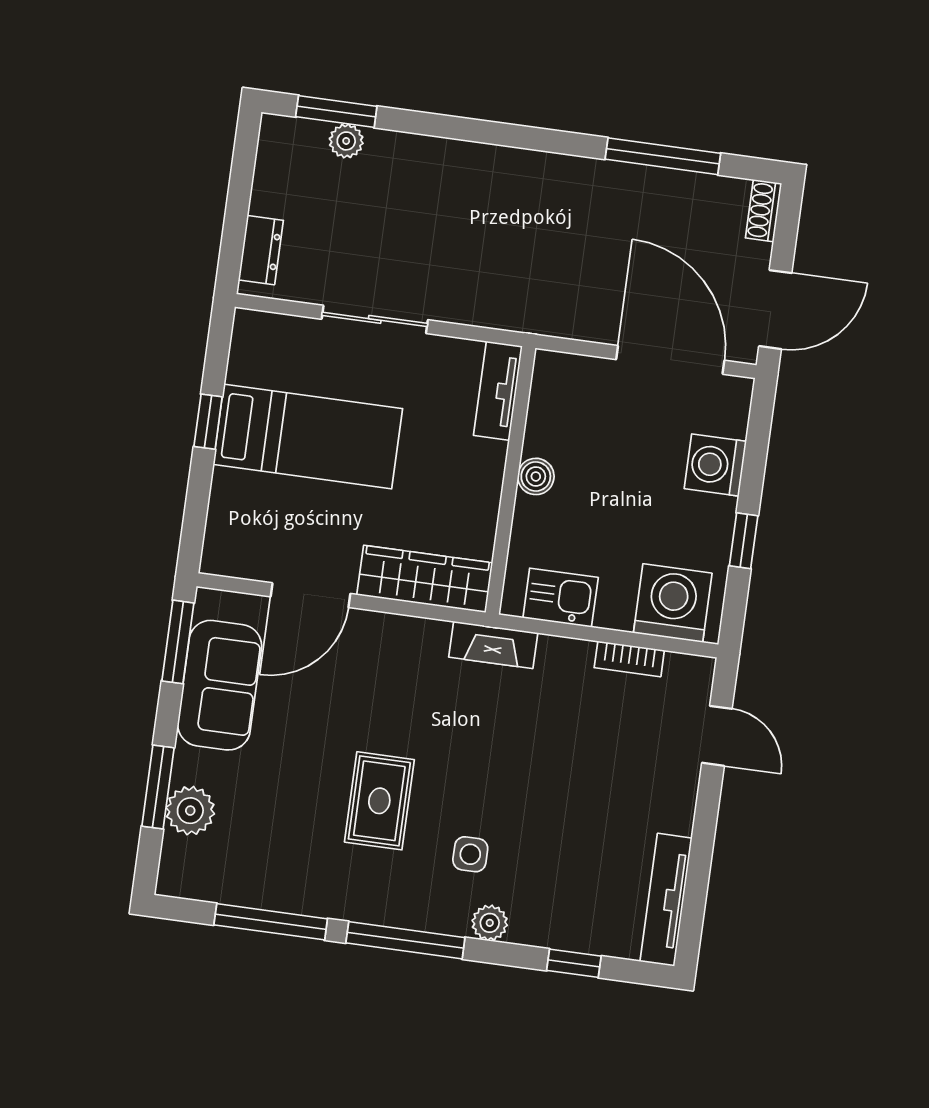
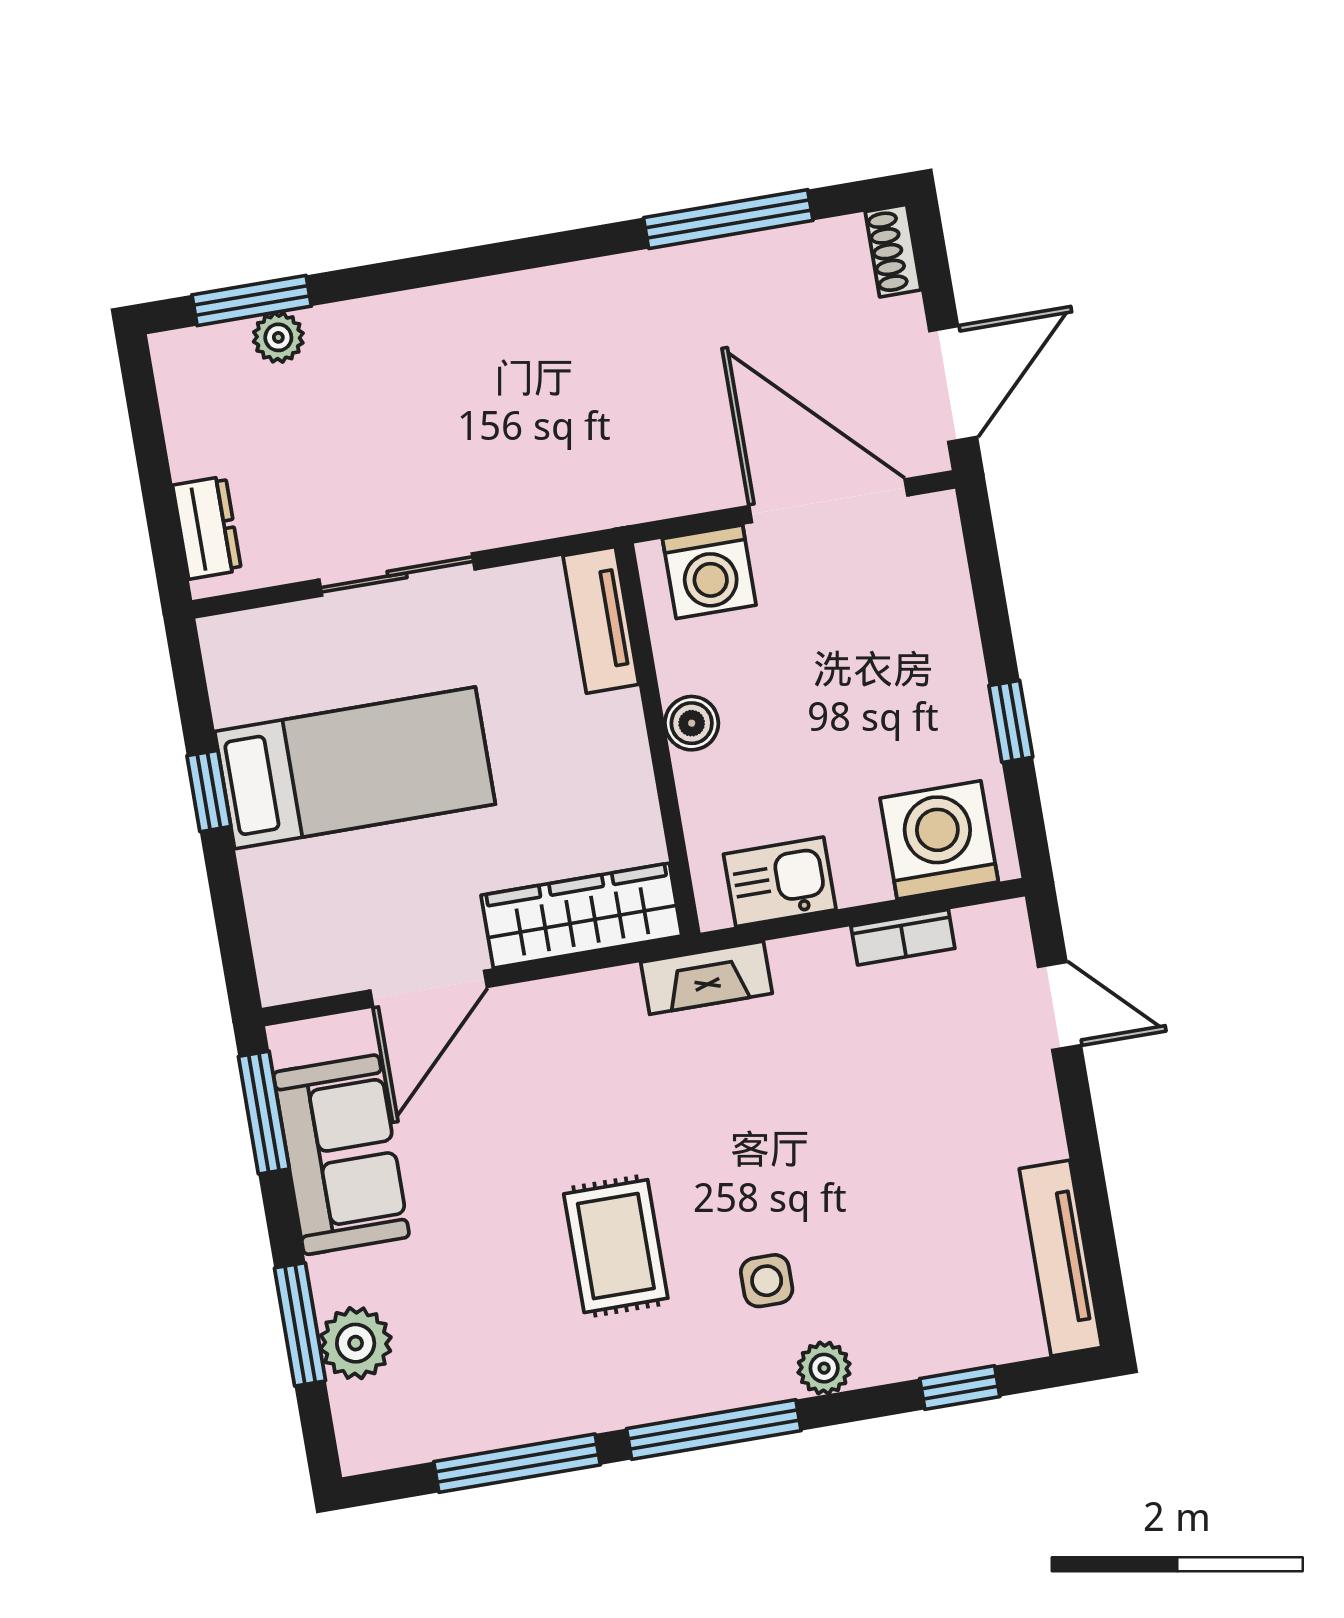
washing machine: (715, 465) -> (709, 572), moved, turned -90

